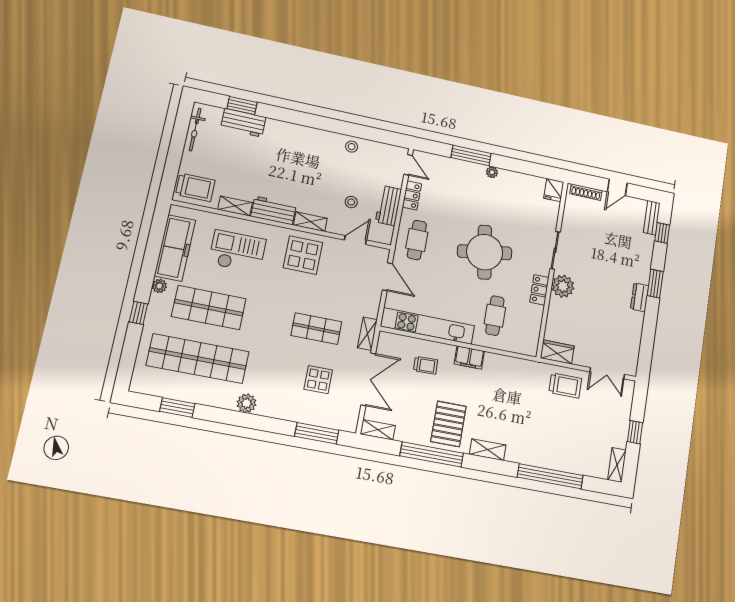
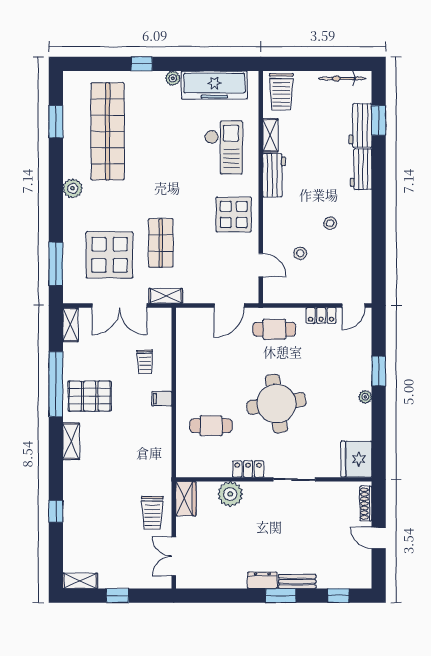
stool: (352, 147) -> (330, 223), moved
window: (471, 156) -> (379, 371), width x0.69
fridge: (554, 190) -> (356, 459), width x1.88, depth x1.34
workbench: (388, 206) -> (361, 169), moved, turned -90
bench: (652, 218) -> (297, 582), moved
shelving: (310, 222) -> (270, 215), removed
plant: (563, 286) -> (230, 494), moved
shop shelf: (209, 308) -> (161, 131), removed
kitchen unit: (428, 326) -> (186, 357), removed
filing cabinet: (469, 358) -> (162, 399), width x0.50
display table: (318, 380) -> (110, 255), width x1.86, depth x1.86
window: (550, 476) -> (56, 511), width x0.32

